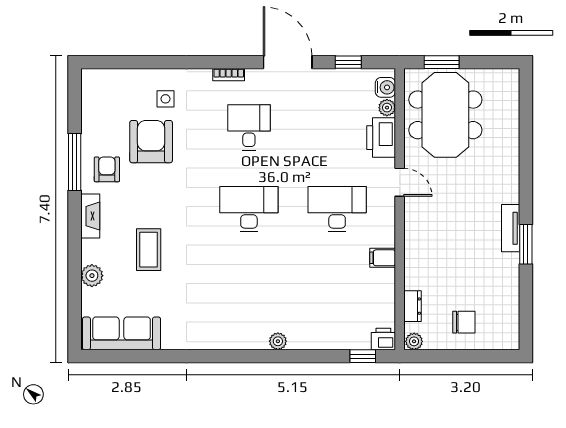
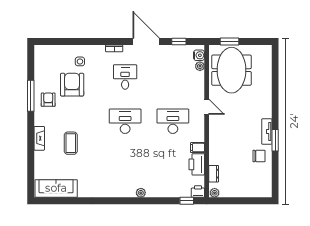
printer: (381, 138) -> (197, 164), moved
fireplace: (90, 216) -> (39, 138), moved
plant: (92, 276) -> (40, 157), removed
chair: (464, 322) -> (259, 156), moved

